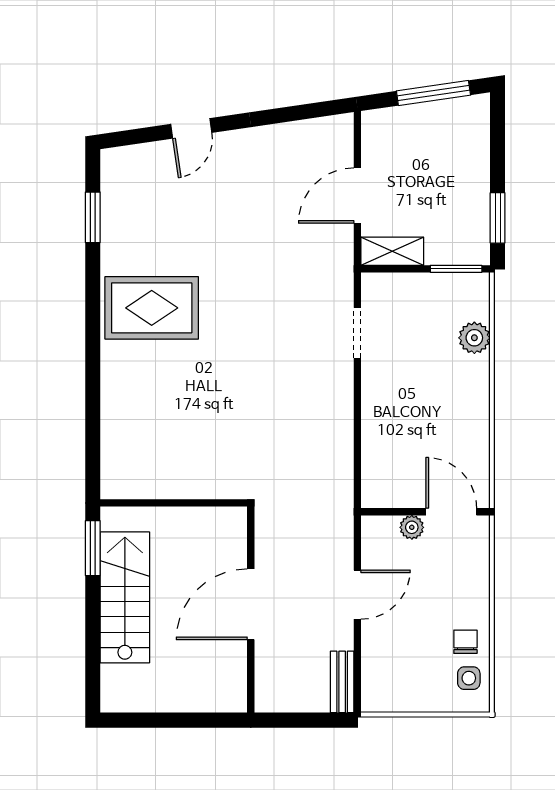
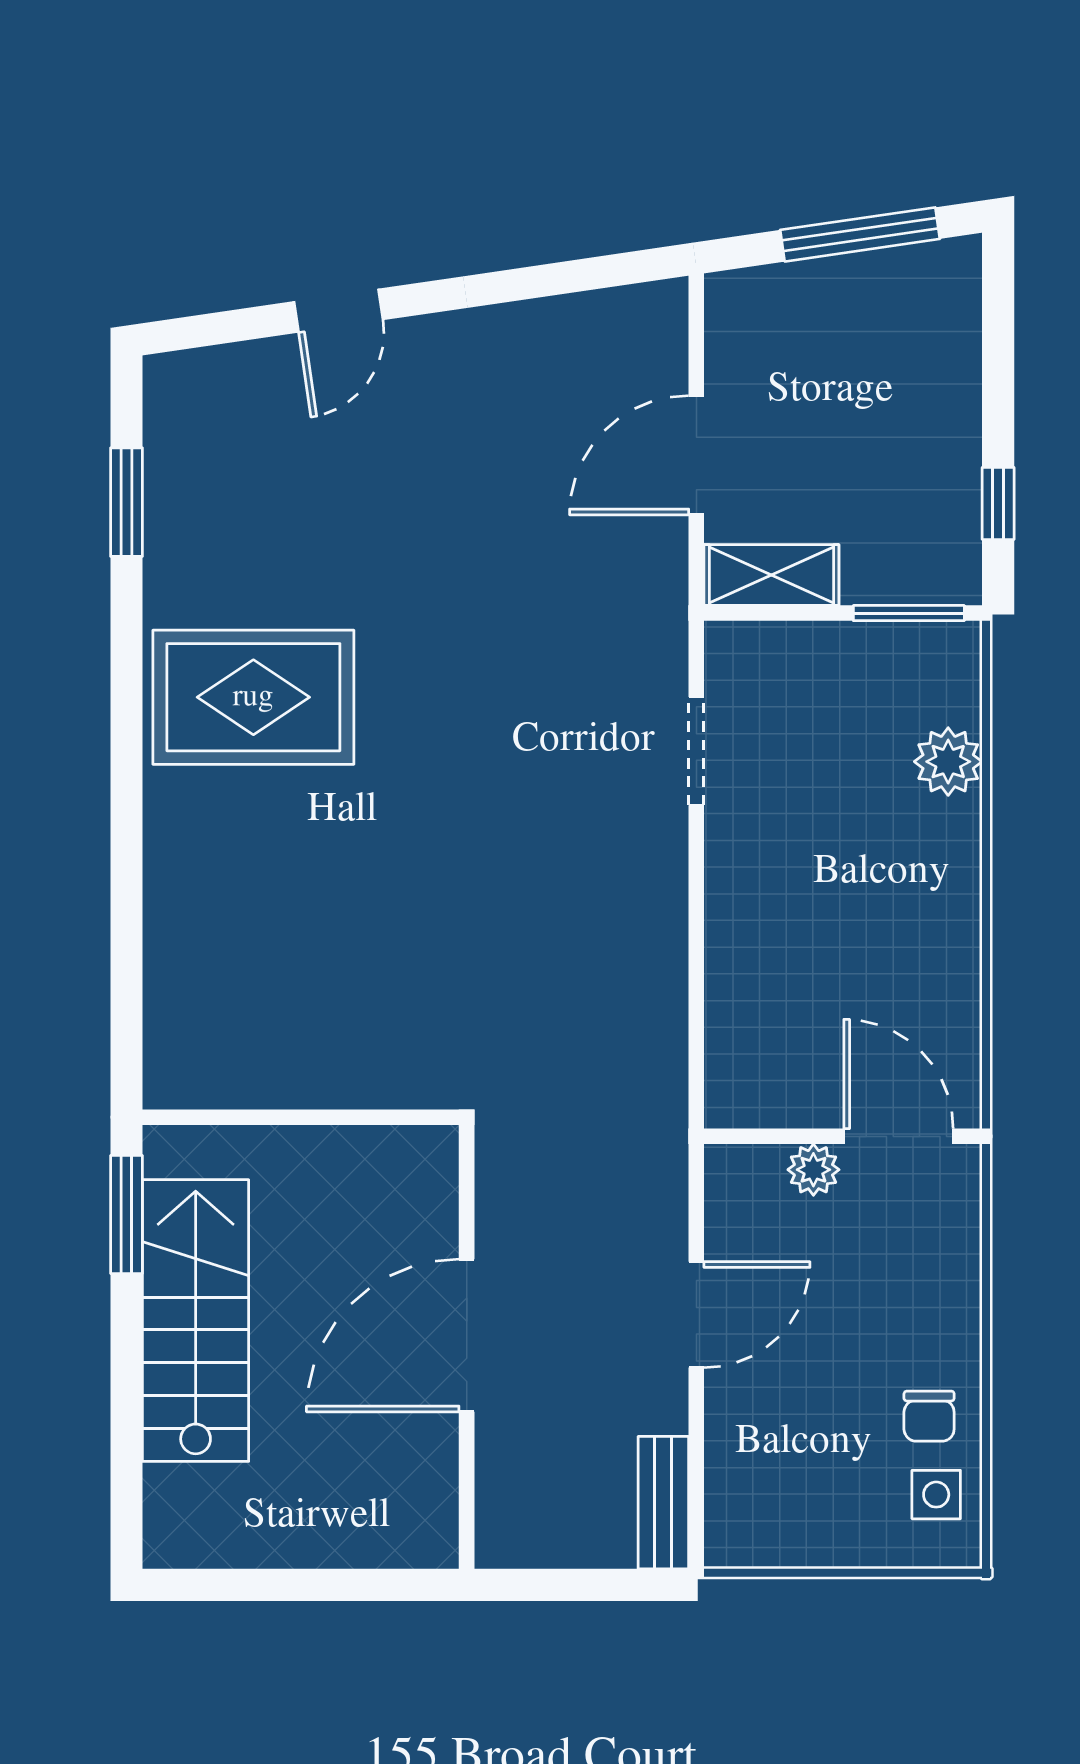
window: (498, 218) -> (998, 503), width x0.67
chair: (465, 642) -> (929, 1416), turned 180

